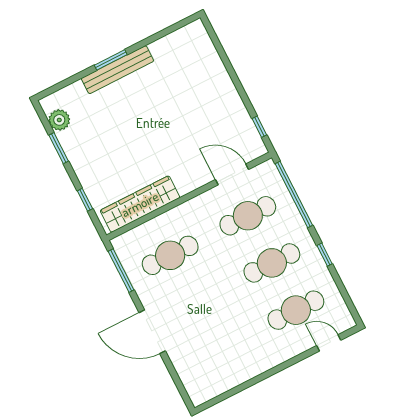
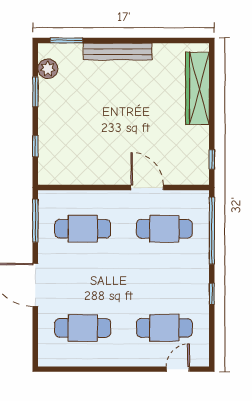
window: (111, 60) -> (66, 40), moved
door: (232, 174) -> (147, 187), moved
wardrobe: (140, 204) -> (197, 88), moved, turned -90
cafe table: (272, 263) -> (83, 328), moved
door: (329, 343) -> (178, 369), hinge flipped

